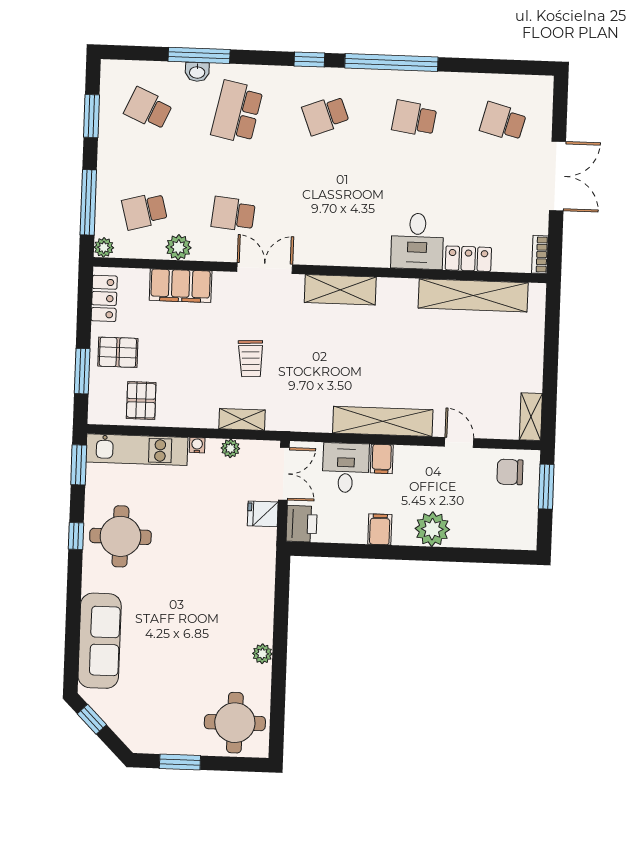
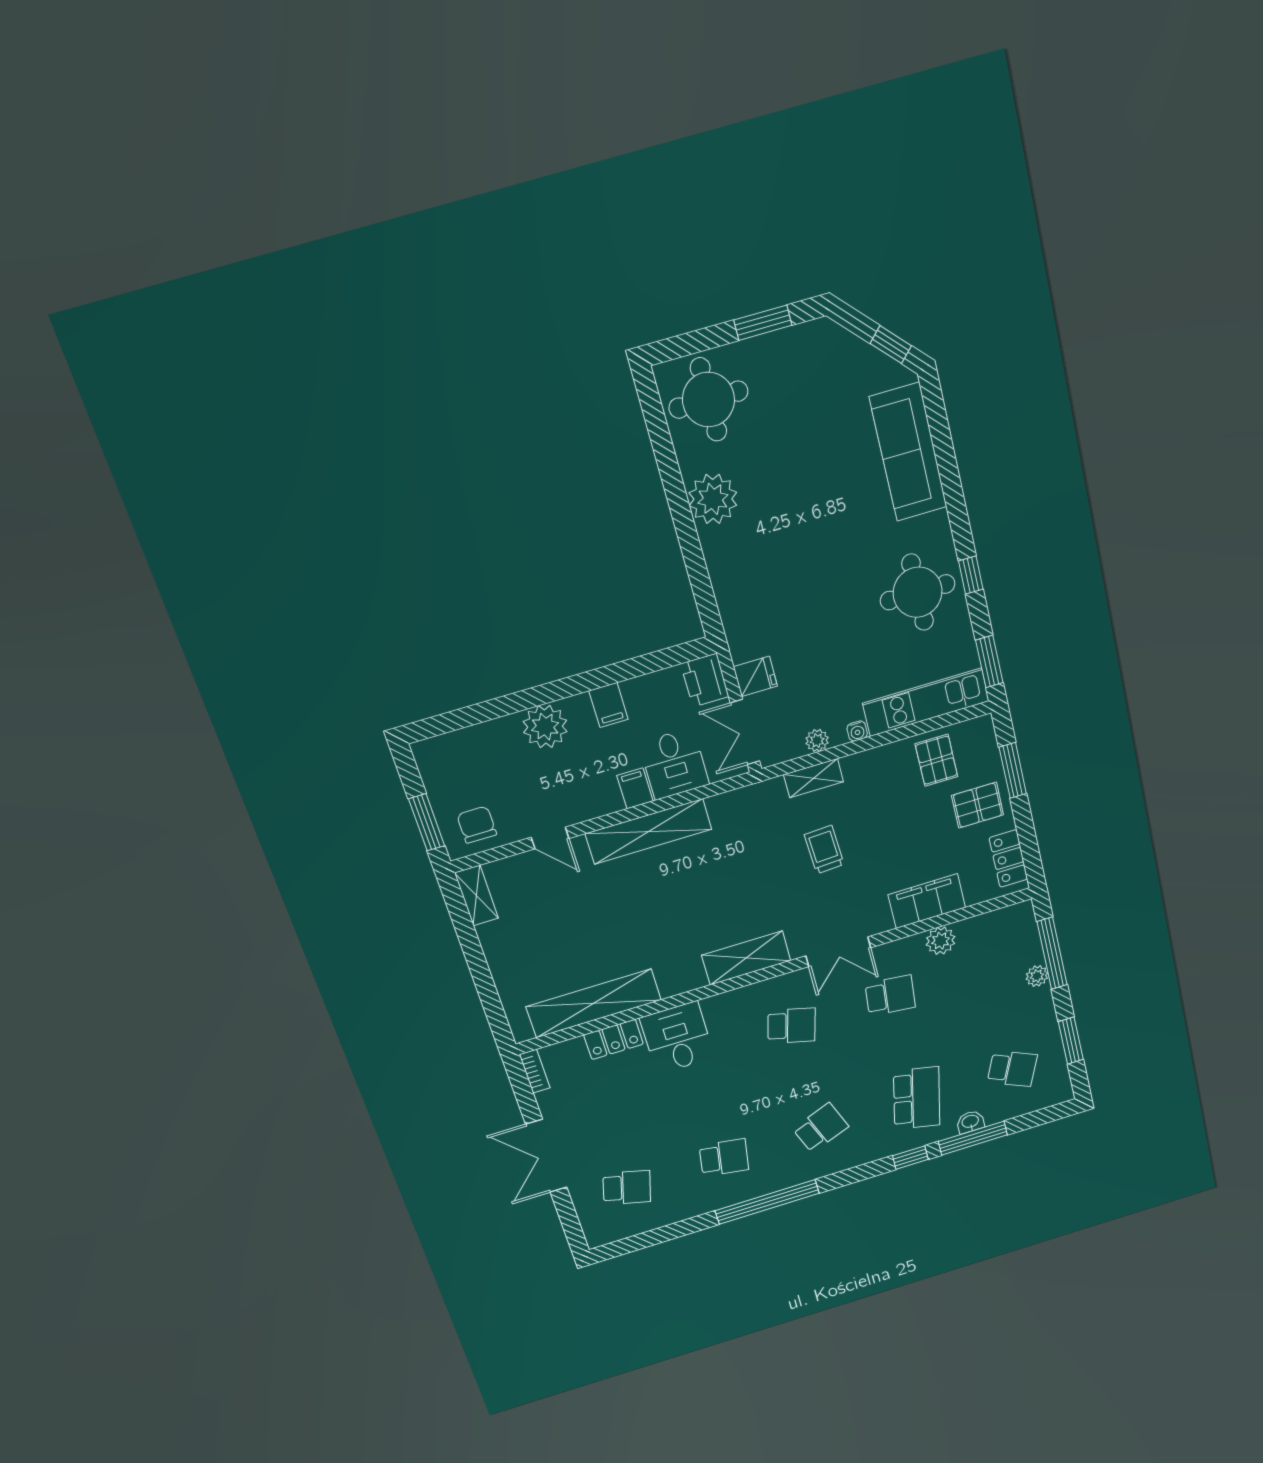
window: (309, 59) -> (910, 1158), moved
school desk: (145, 211) -> (791, 1026), moved, turned 30
plant: (104, 247) -> (1037, 976), moved
chair: (510, 472) -> (477, 825), turned -90
plant: (262, 654) -> (713, 499), width x1.88, depth x1.88

